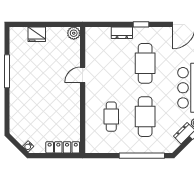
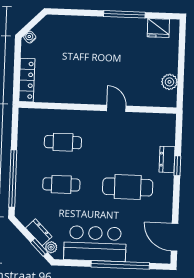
window: (141, 24) -> (177, 166), moved
plant: (74, 33) -> (169, 82), moved
fridge: (37, 34) -> (158, 28), moved, turned -90
cafe table: (145, 117) -> (61, 184), width x0.73, depth x0.74

